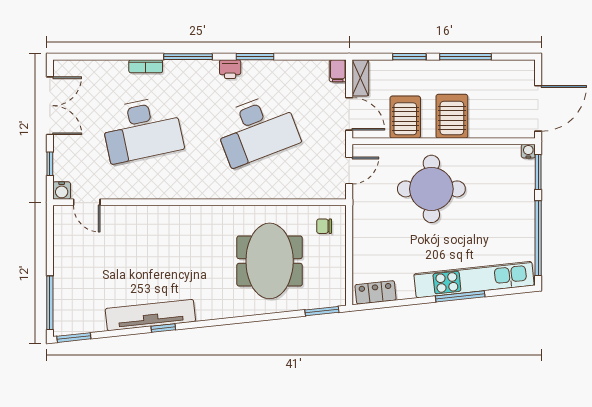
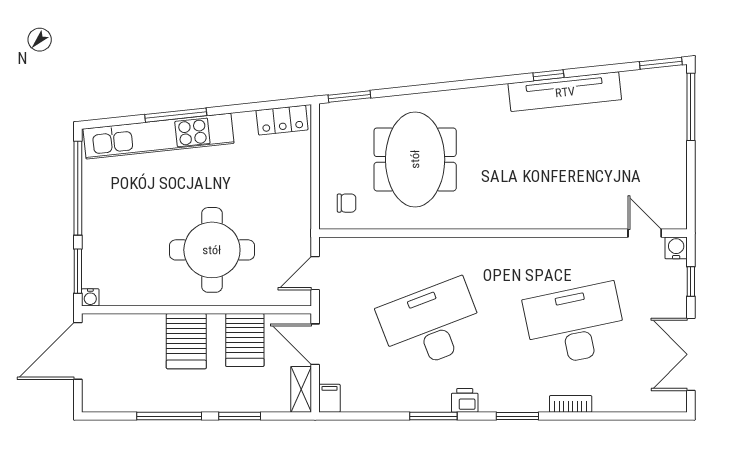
window: (188, 57) -> (517, 416), width x0.69

